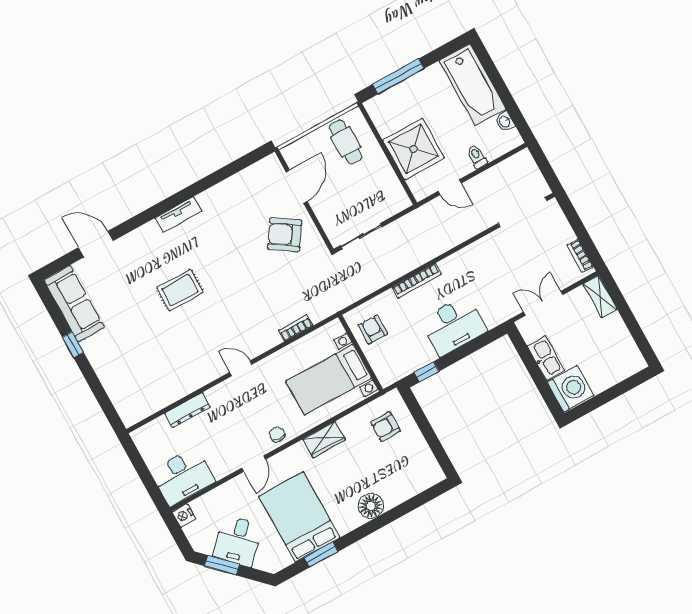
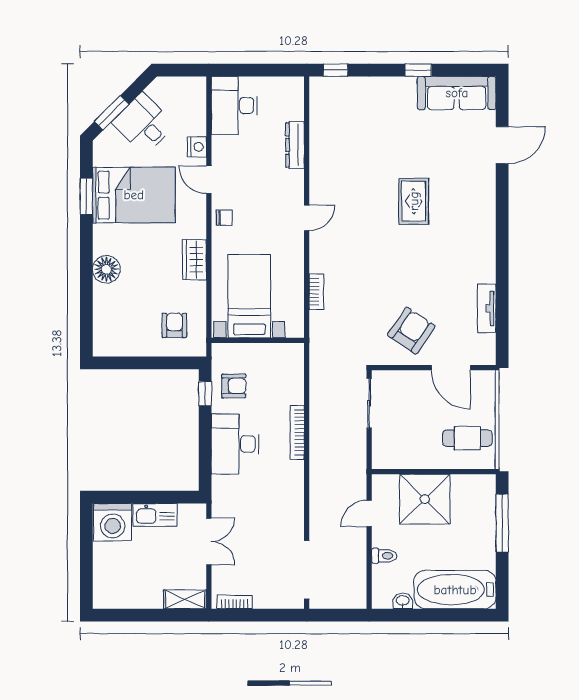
tv unit: (178, 215) -> (487, 308), moved
armchair: (373, 330) -> (234, 386), moved
window: (110, 411) -> (335, 70), added
nightstand: (184, 516) -> (197, 147), moved, turned 90
window: (222, 565) -> (112, 113), moved

